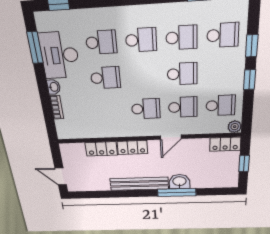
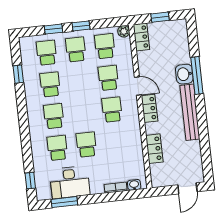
school desk: (182, 74) -> (76, 49), moved
washbasin: (54, 87) -> (134, 185), moved
locker: (132, 147) -> (149, 108), moved

